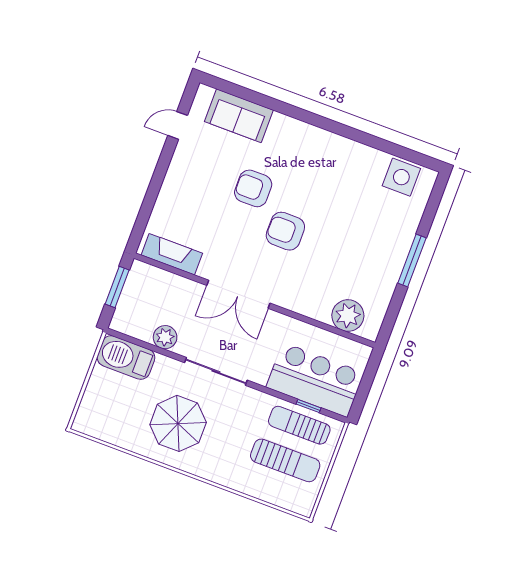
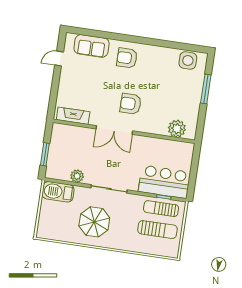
armchair: (253, 188) -> (127, 58), moved
fireplace: (172, 254) -> (73, 116), moved
window: (412, 260) -> (206, 89), moved
double door: (238, 294) -> (114, 130), moved
wall: (255, 300) -> (124, 131), moved
plant: (348, 316) -> (177, 129), moved

